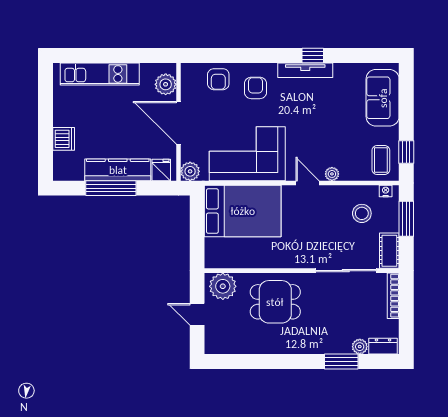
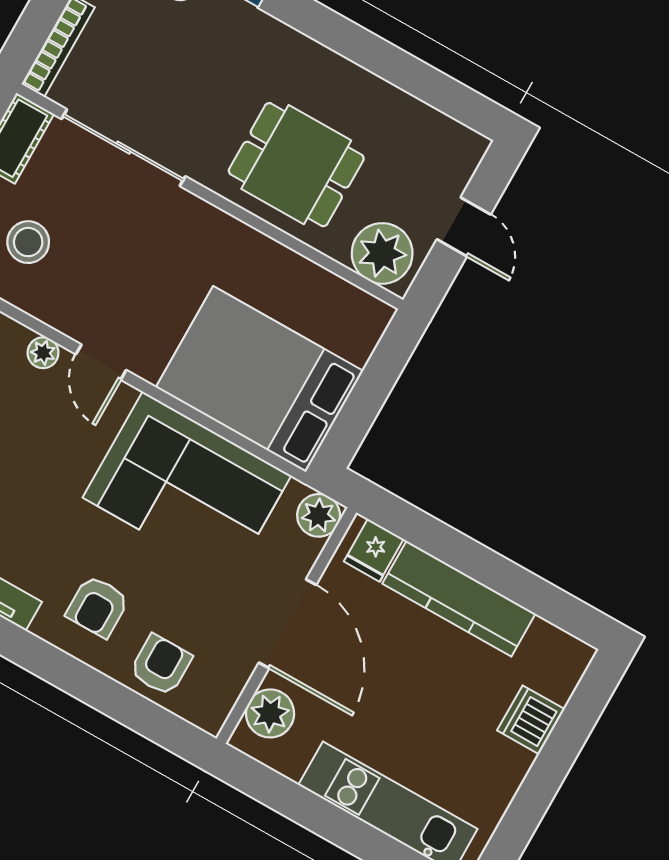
window: (111, 188) -> (493, 570), removed

